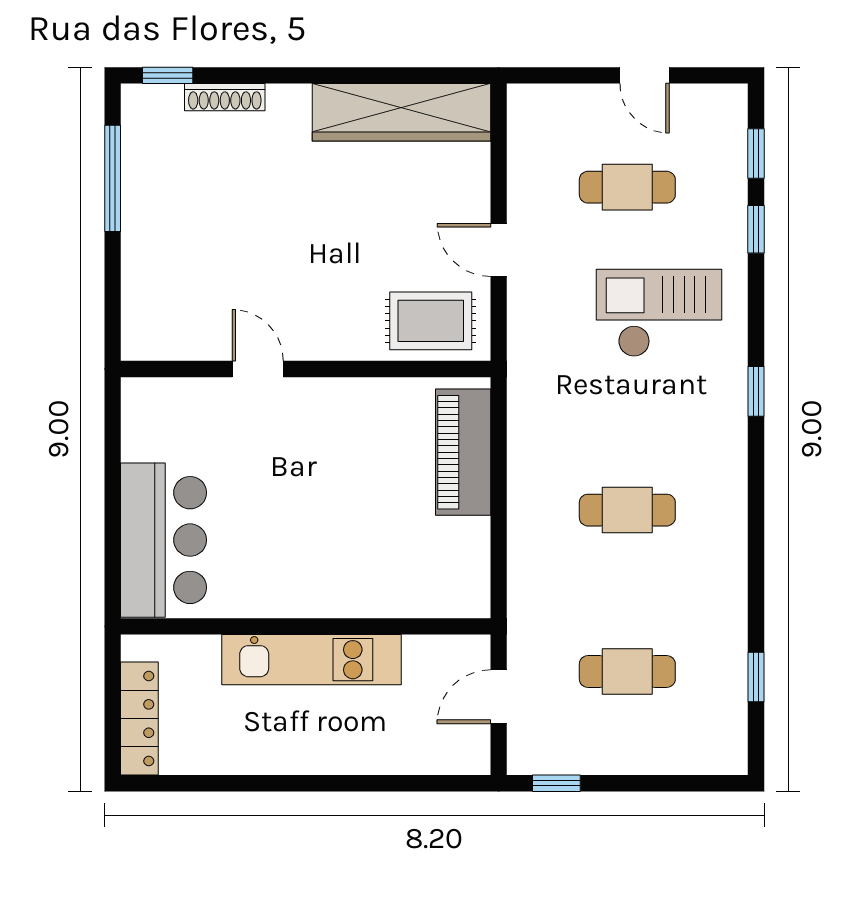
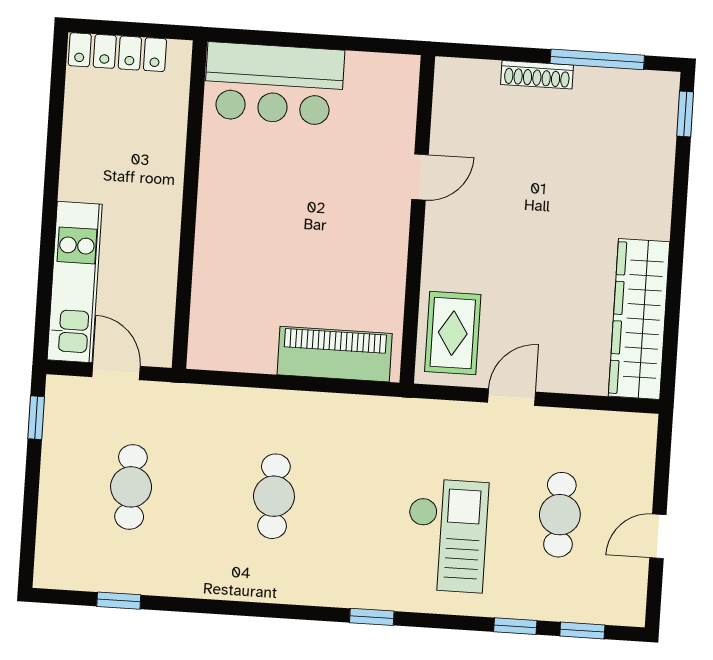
shoe rack: (225, 97) -> (537, 75), moved, turned -90
kitchen unit: (312, 660) -> (75, 282), moved, turned 180

